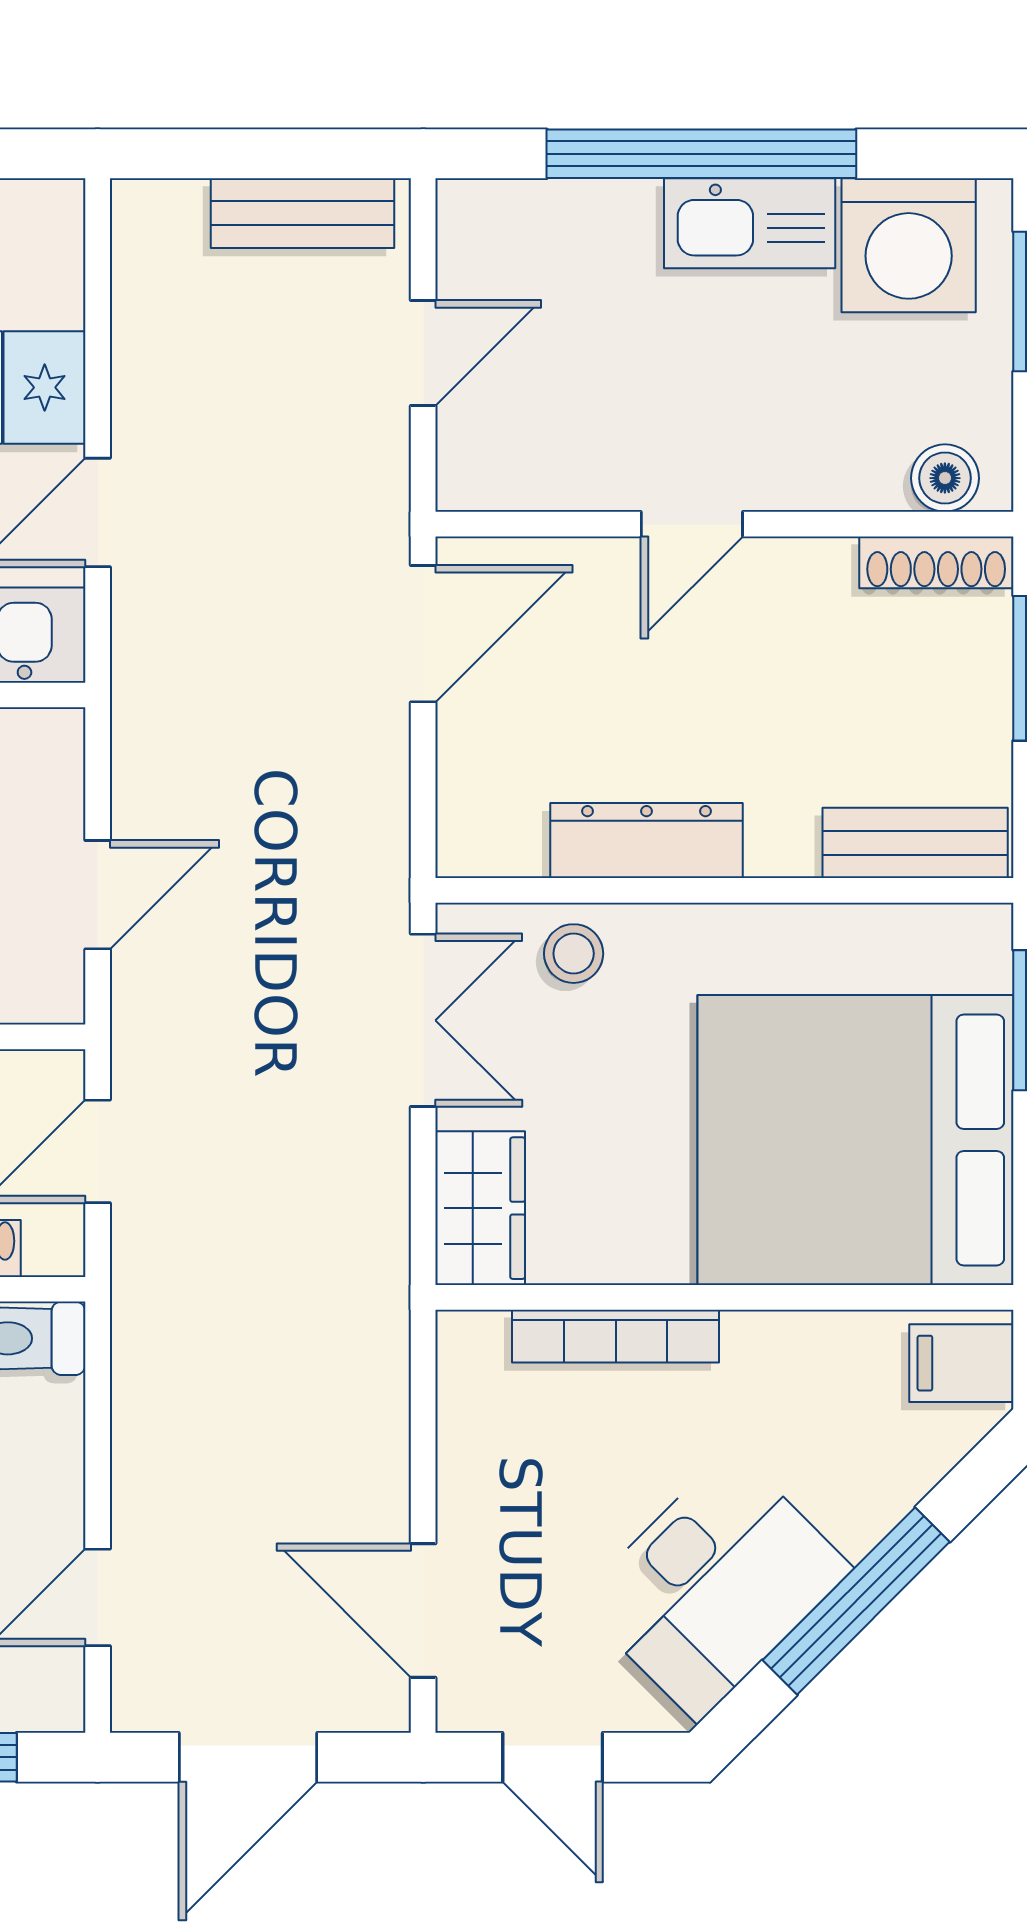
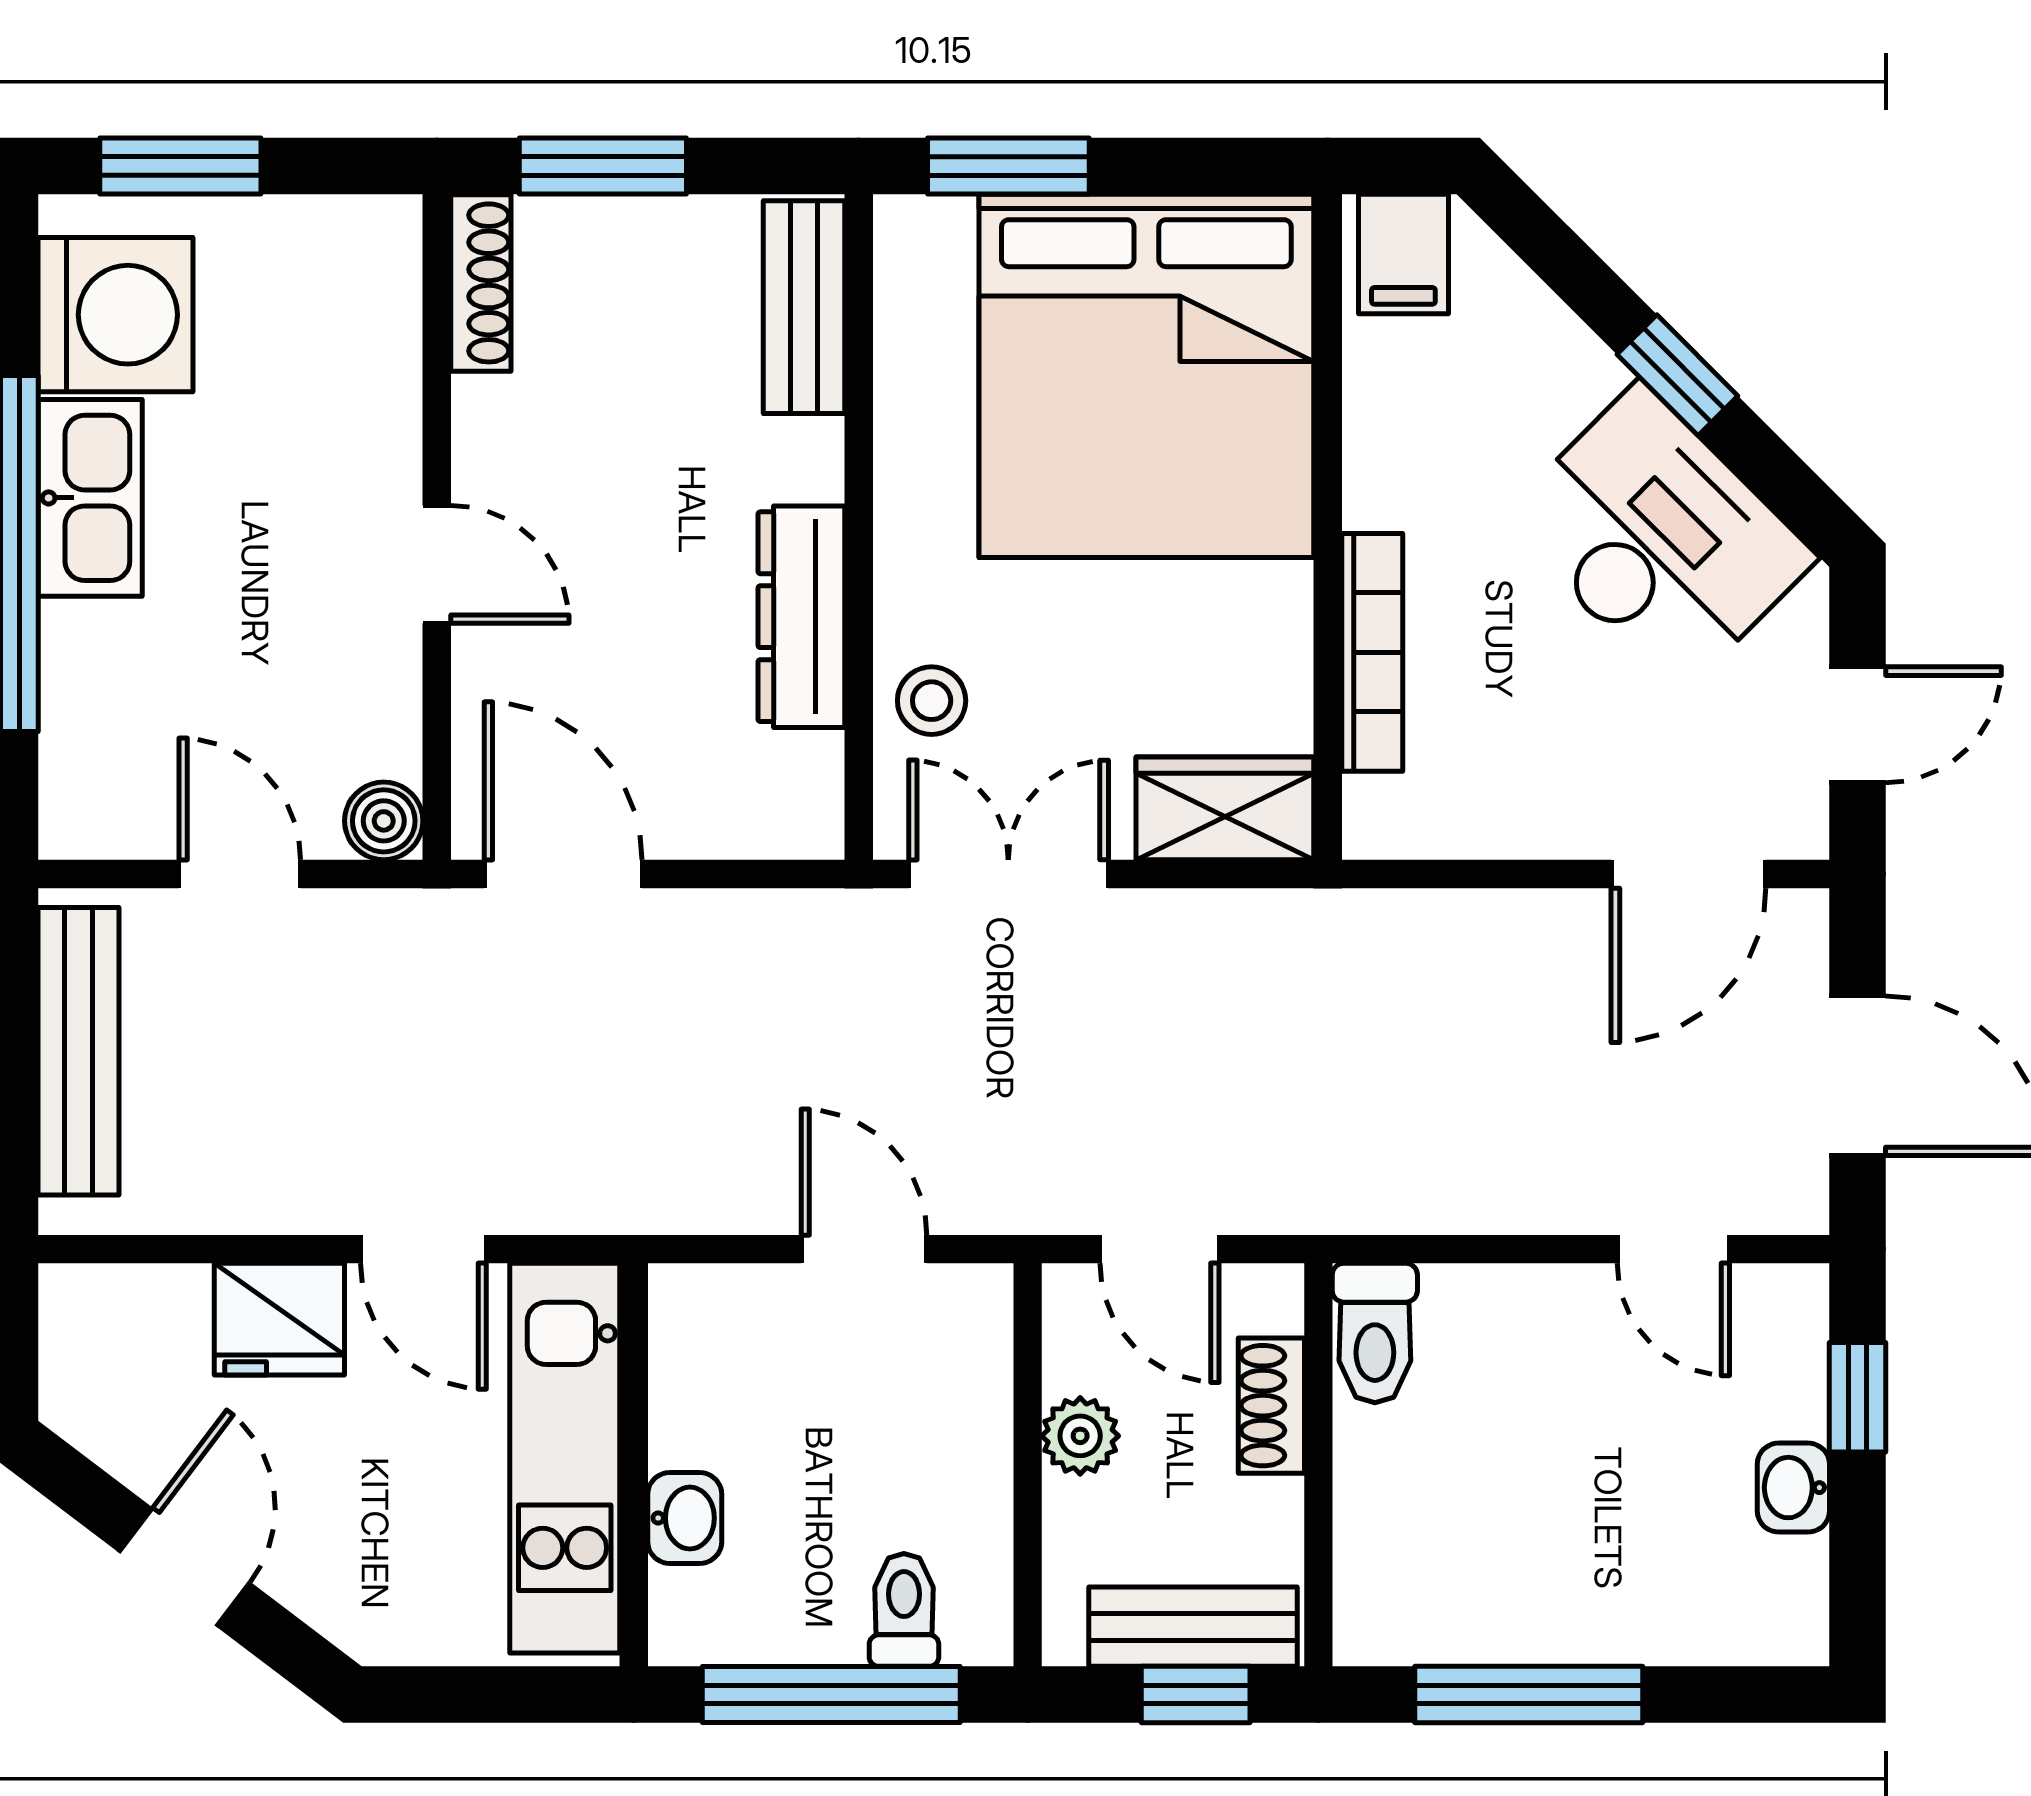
bench: (303, 213) -> (79, 1051), width x1.36
boiler: (945, 478) -> (384, 821), moved
window: (856, 1601) -> (1677, 375), width x0.46

